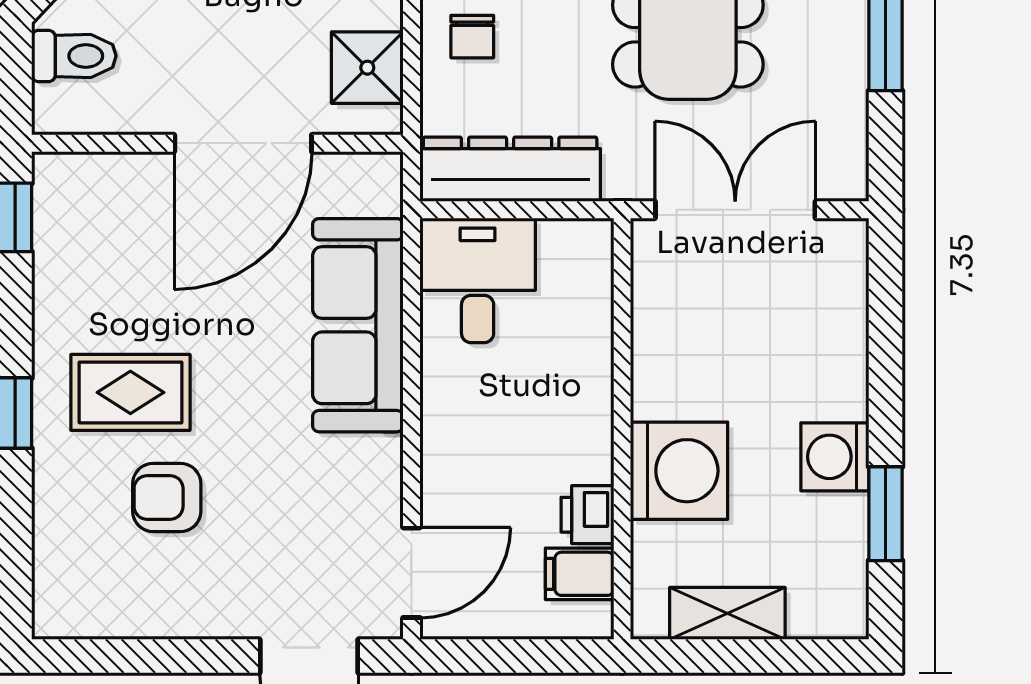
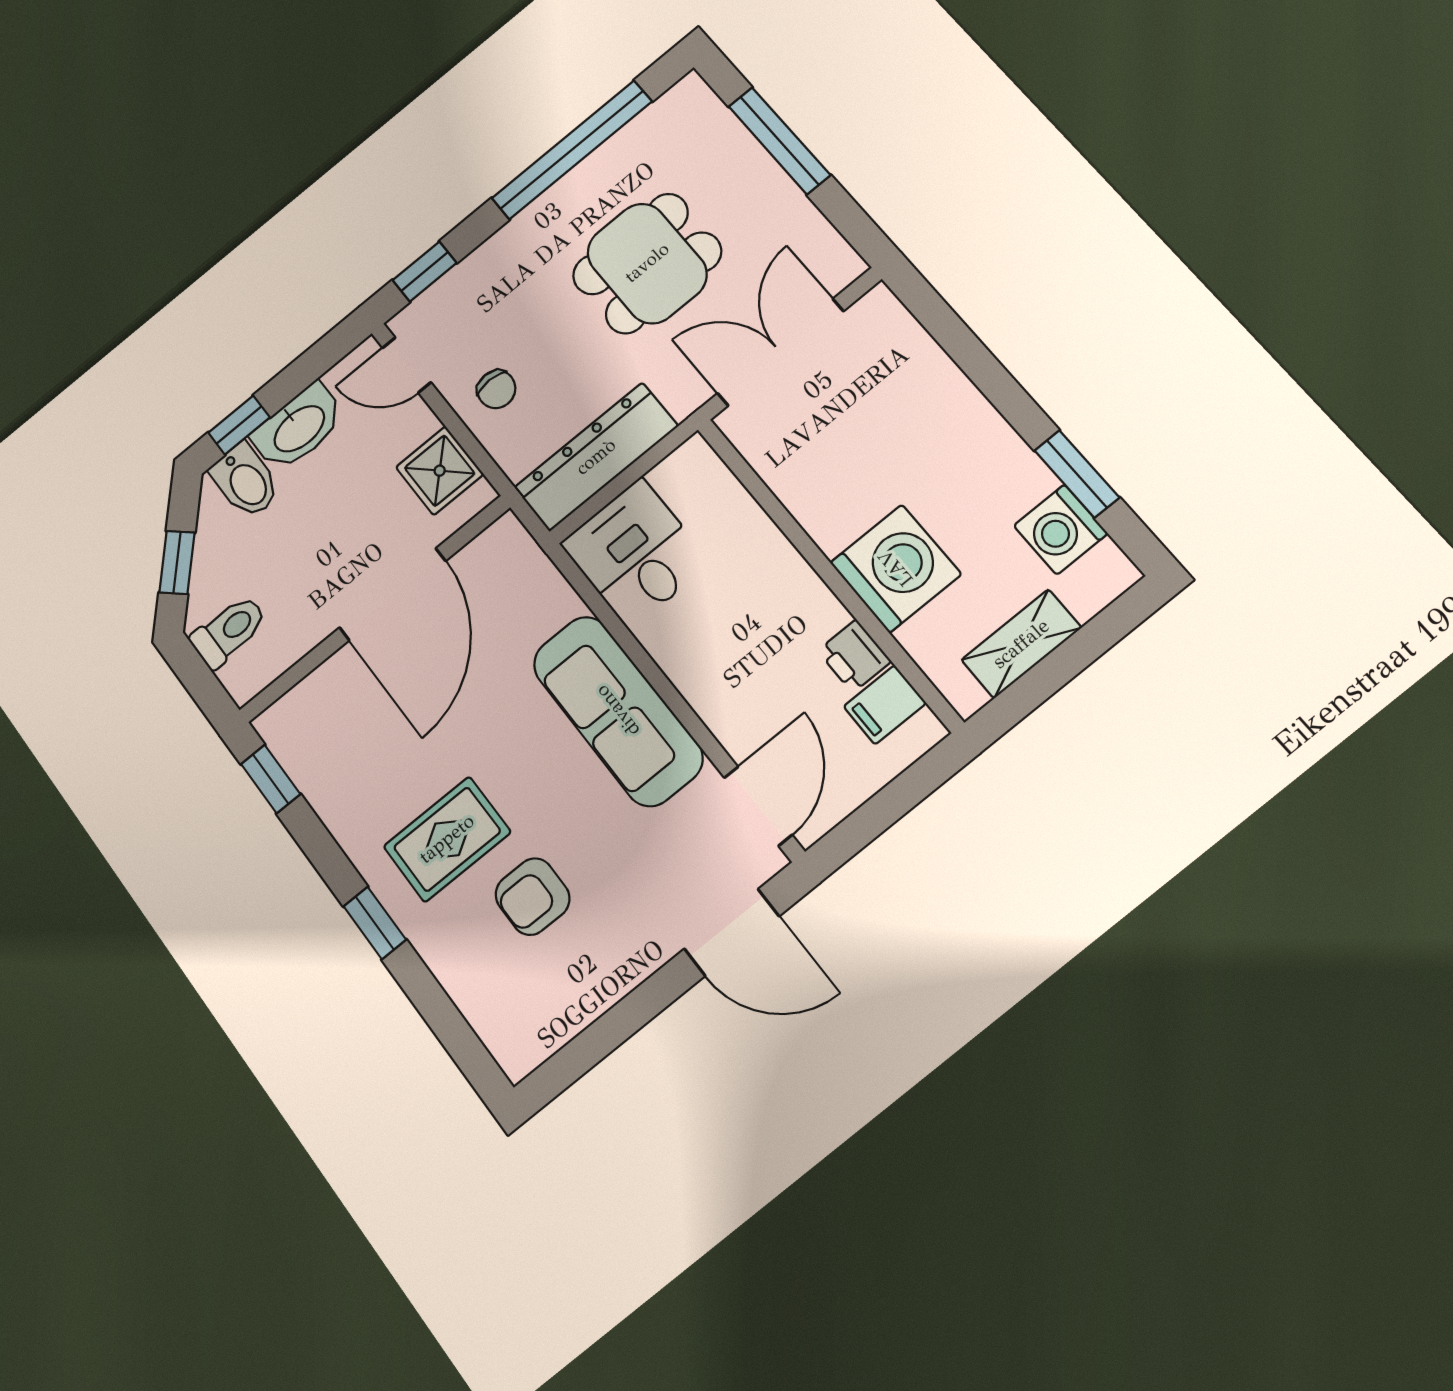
sofa: (358, 325) -> (618, 711), moved
washing machine: (835, 457) -> (1061, 530), moved

